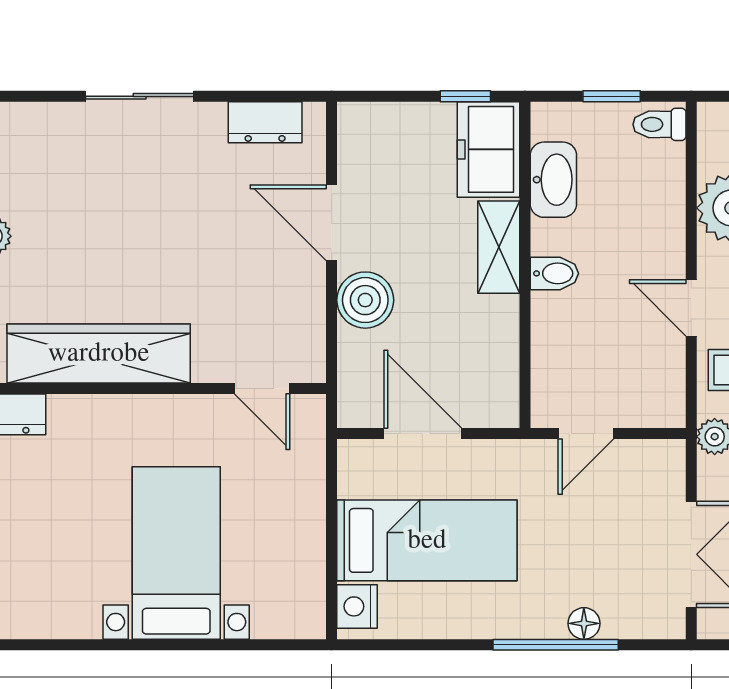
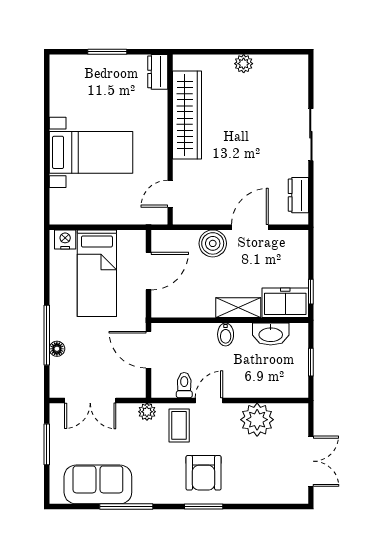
toilet: (659, 124) -> (184, 385), moved
door: (586, 433) -> (148, 350), width x1.38

